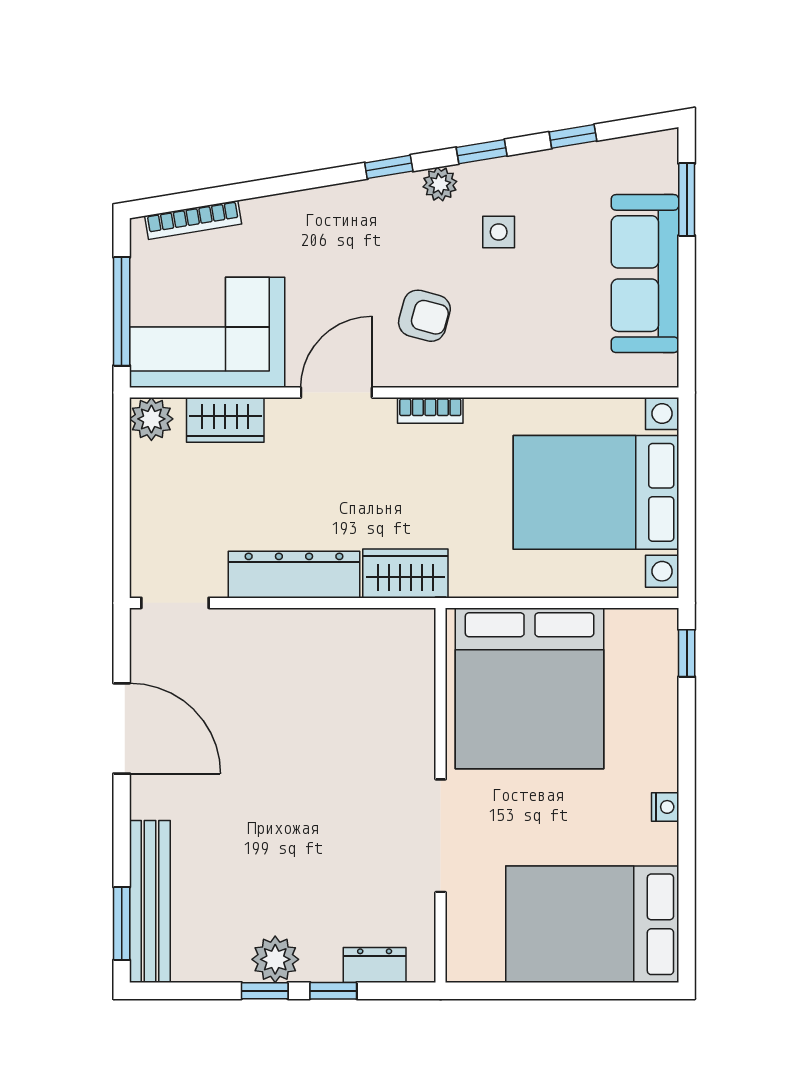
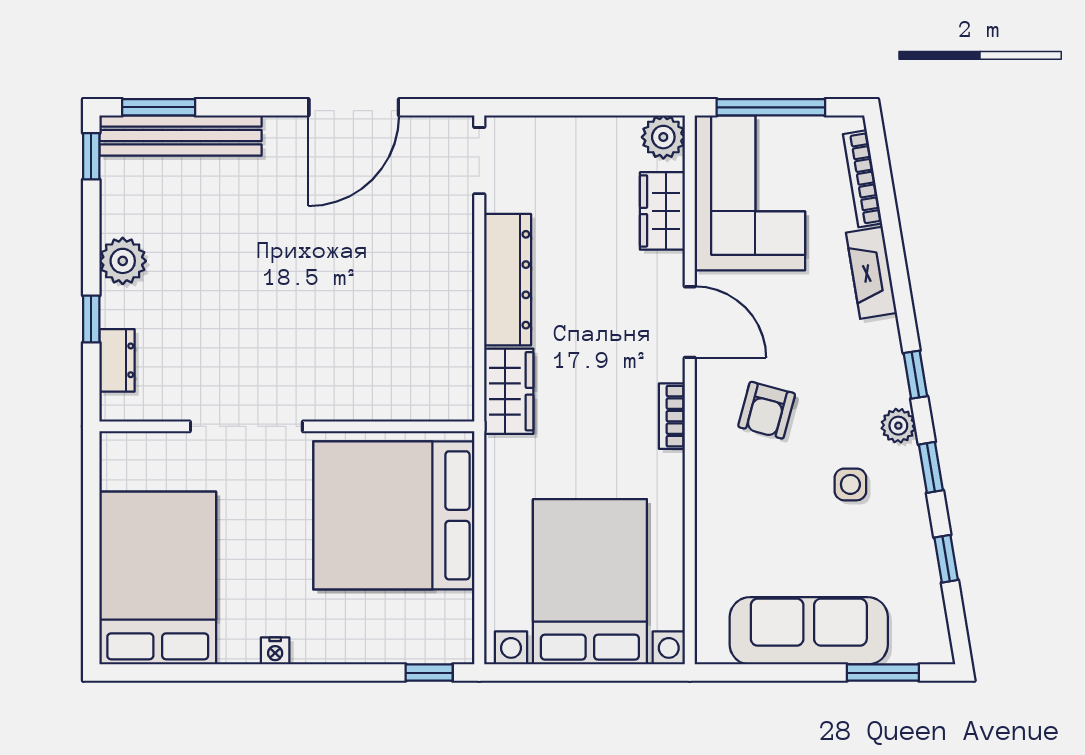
fireplace: (287, 211) -> (871, 273), added
window: (265, 991) -> (91, 156), moved

